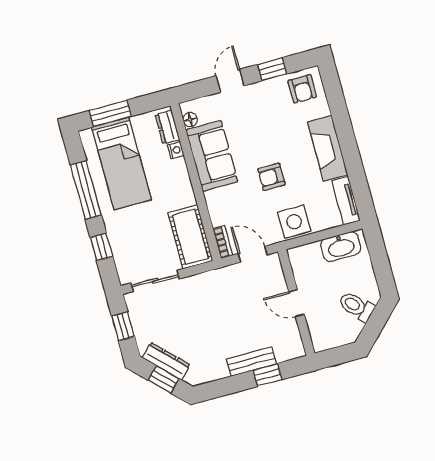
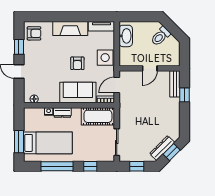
dresser: (167, 127) -> (62, 112), moved
sofa: (212, 156) -> (78, 93), moved
bench: (251, 361) -> (175, 84), moved

